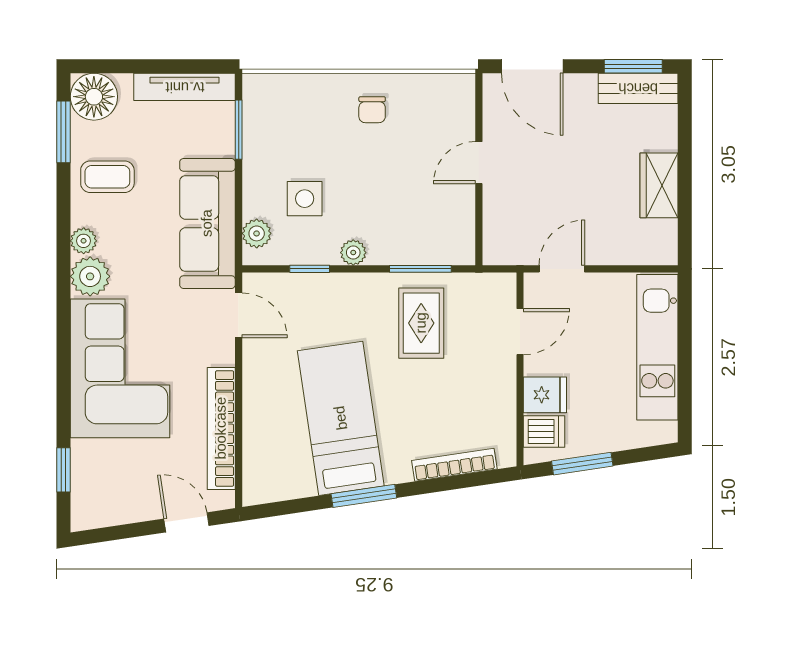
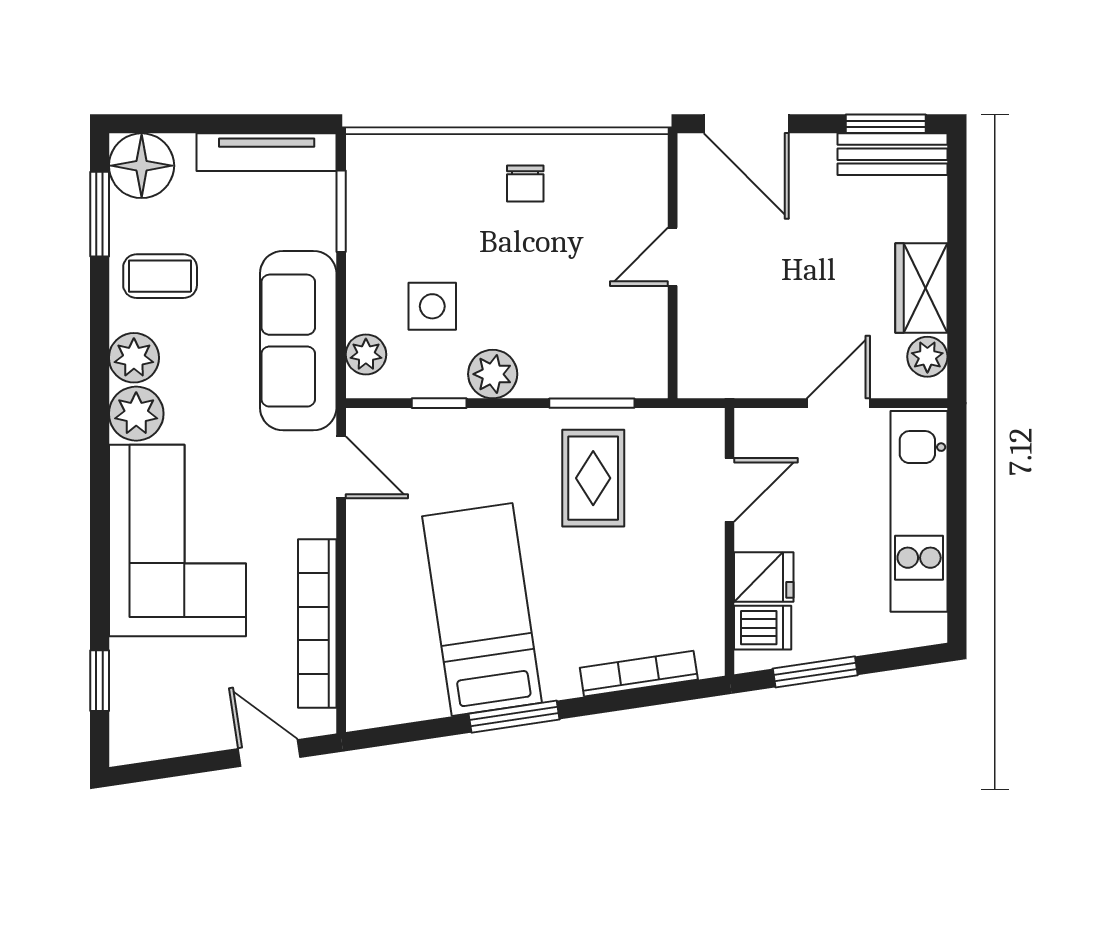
plant: (663, 235) -> (927, 357), added
plant: (84, 241) -> (134, 358), width x1.38, depth x1.38
plant: (353, 253) -> (493, 374), width x1.38, depth x1.38
door: (562, 269) -> (838, 403), moved

